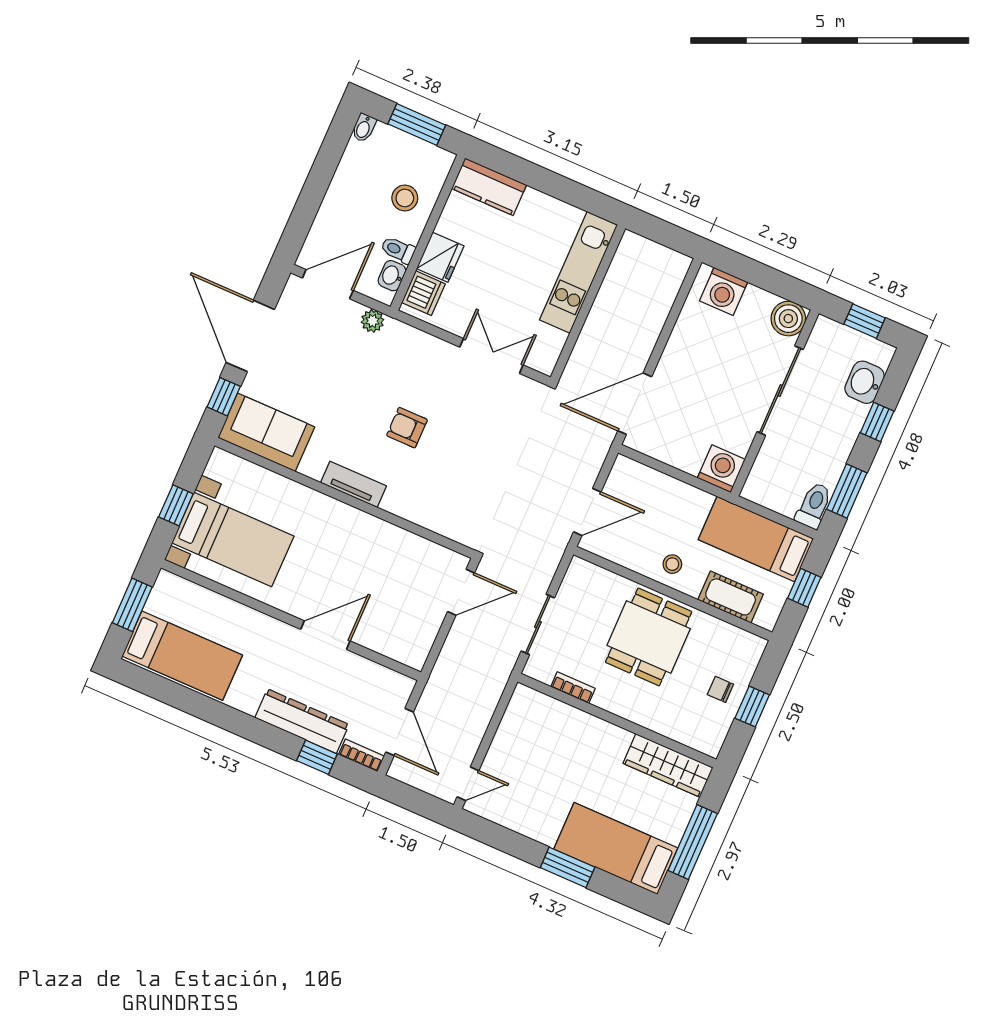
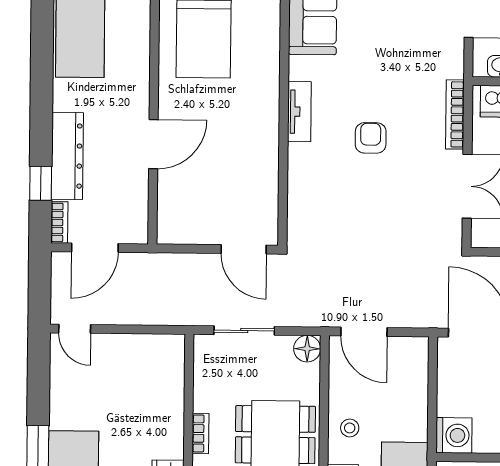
plant: (373, 321) -> (453, 66), removed
bookcase: (419, 339) -> (455, 114), added
floor lamp: (580, 572) -> (307, 349), added
door: (325, 635) -> (153, 144), hinge flipped
bookcase: (573, 688) -> (200, 433), moved

